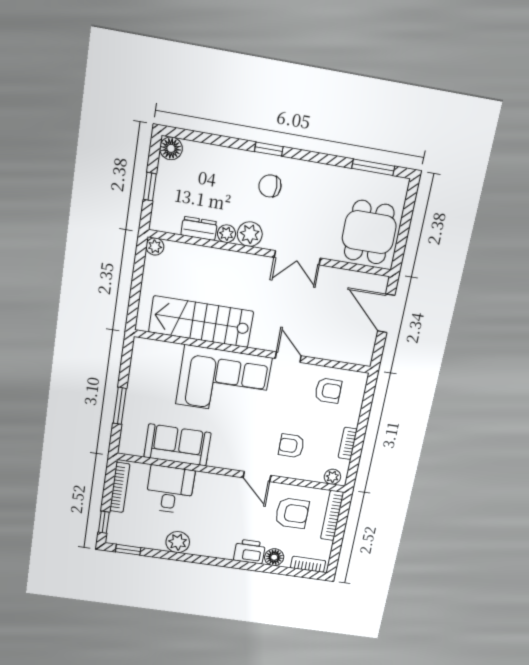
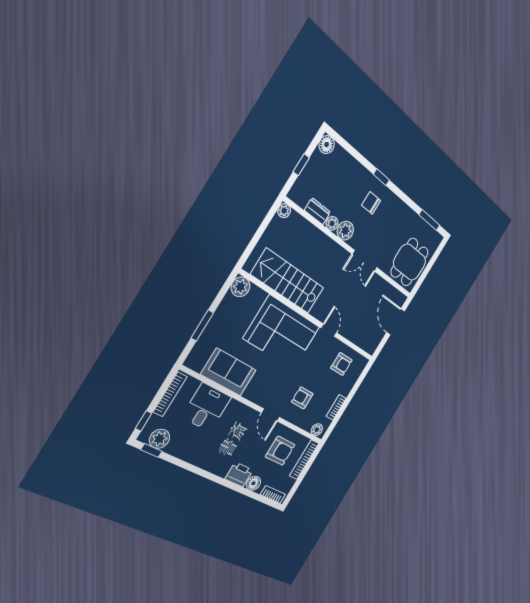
plant: (144, 350) -> (240, 287), added
plant: (178, 542) -> (160, 439), moved

